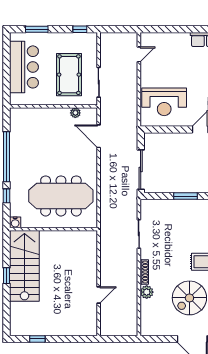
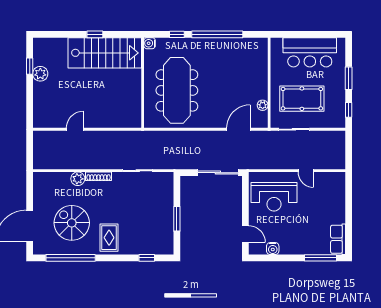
window: (37, 29) -> (349, 78), moved
door: (139, 54) -> (306, 171), moved
reception desk: (164, 102) -> (274, 197), turned -90
sliding door: (141, 170) -> (218, 173), moved
door: (99, 295) -> (75, 129), swing flipped
plant: (45, 329) -> (40, 74), added

